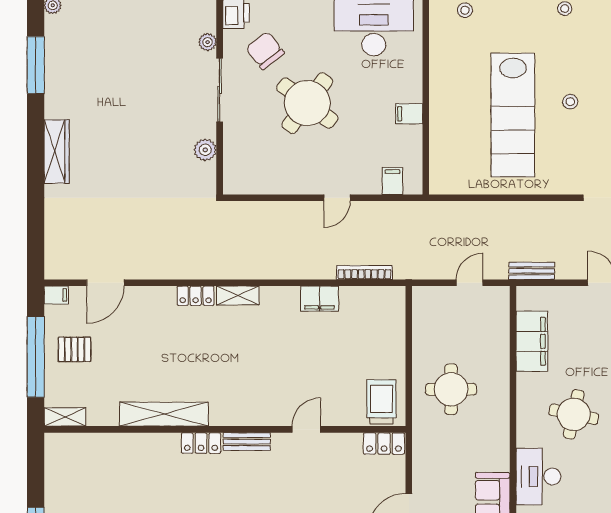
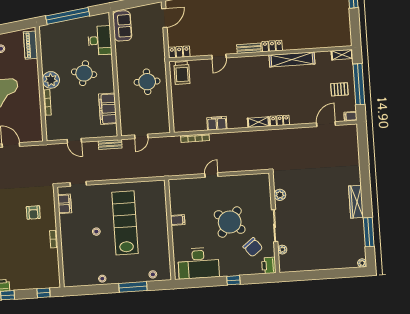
wardrobe: (57, 152) -> (356, 202), moved
filing cabinet: (392, 181) -> (184, 185), removed

